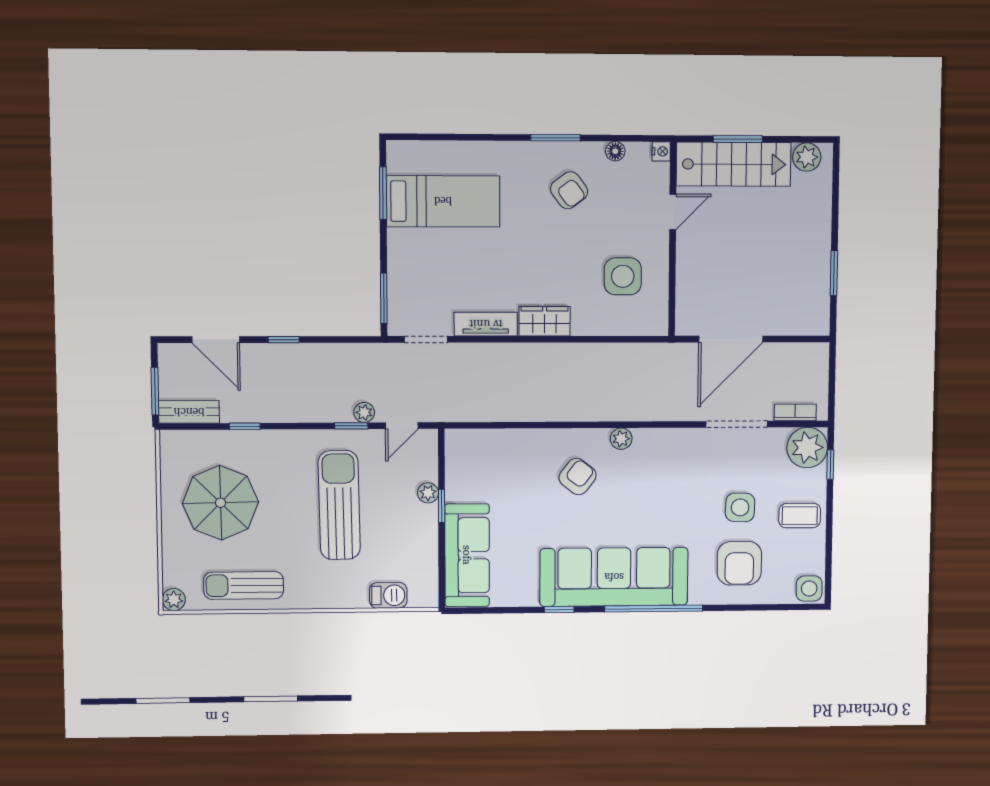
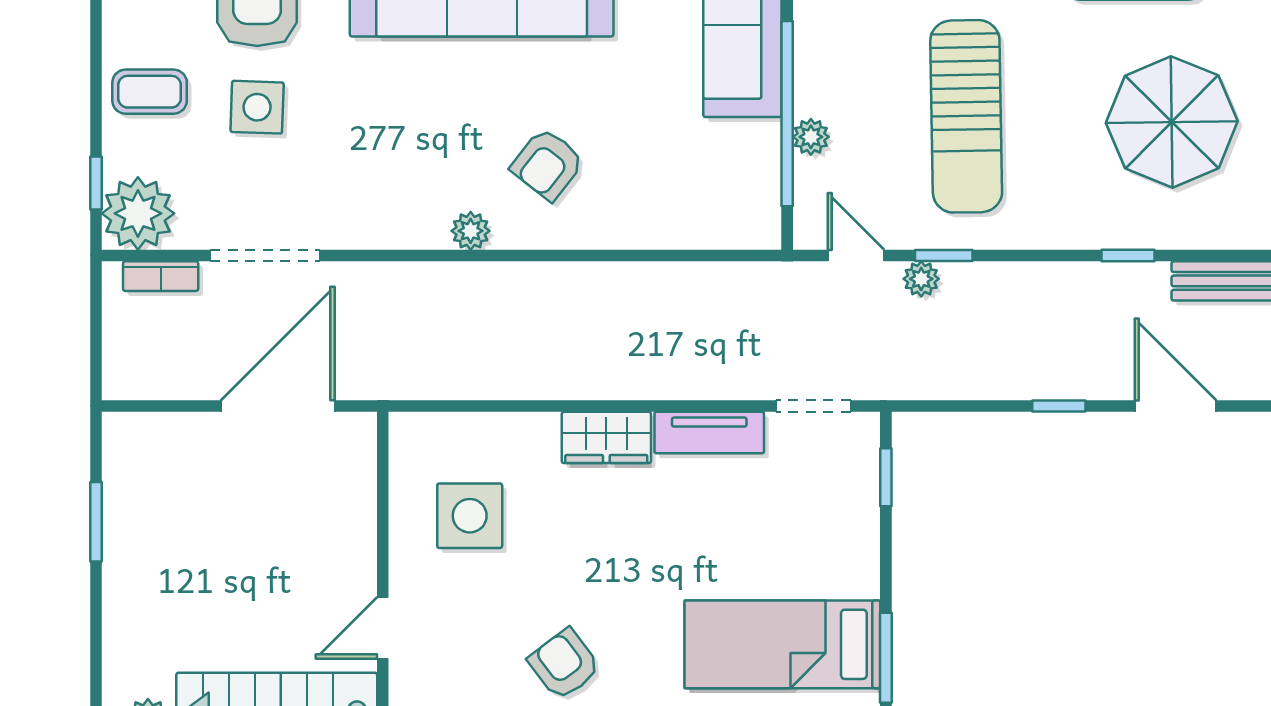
window: (384, 298) -> (886, 477), width x0.67
door: (402, 426) -> (856, 256), hinge flipped
window: (442, 506) -> (787, 114), width x3.17

